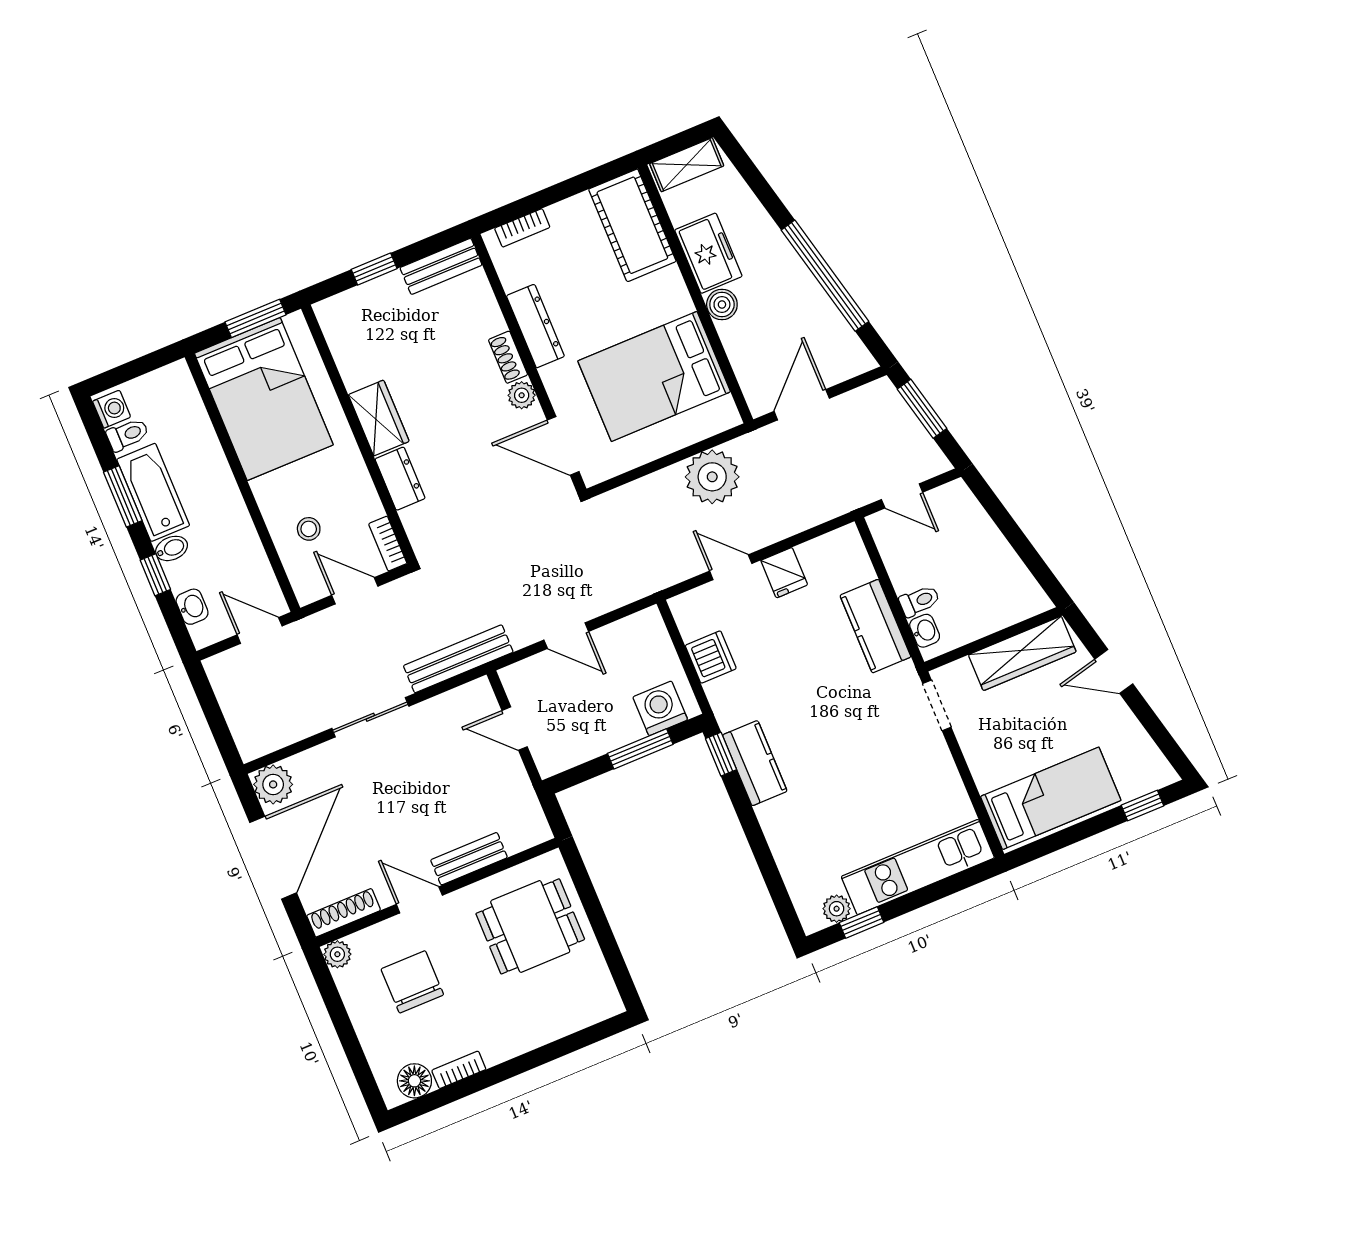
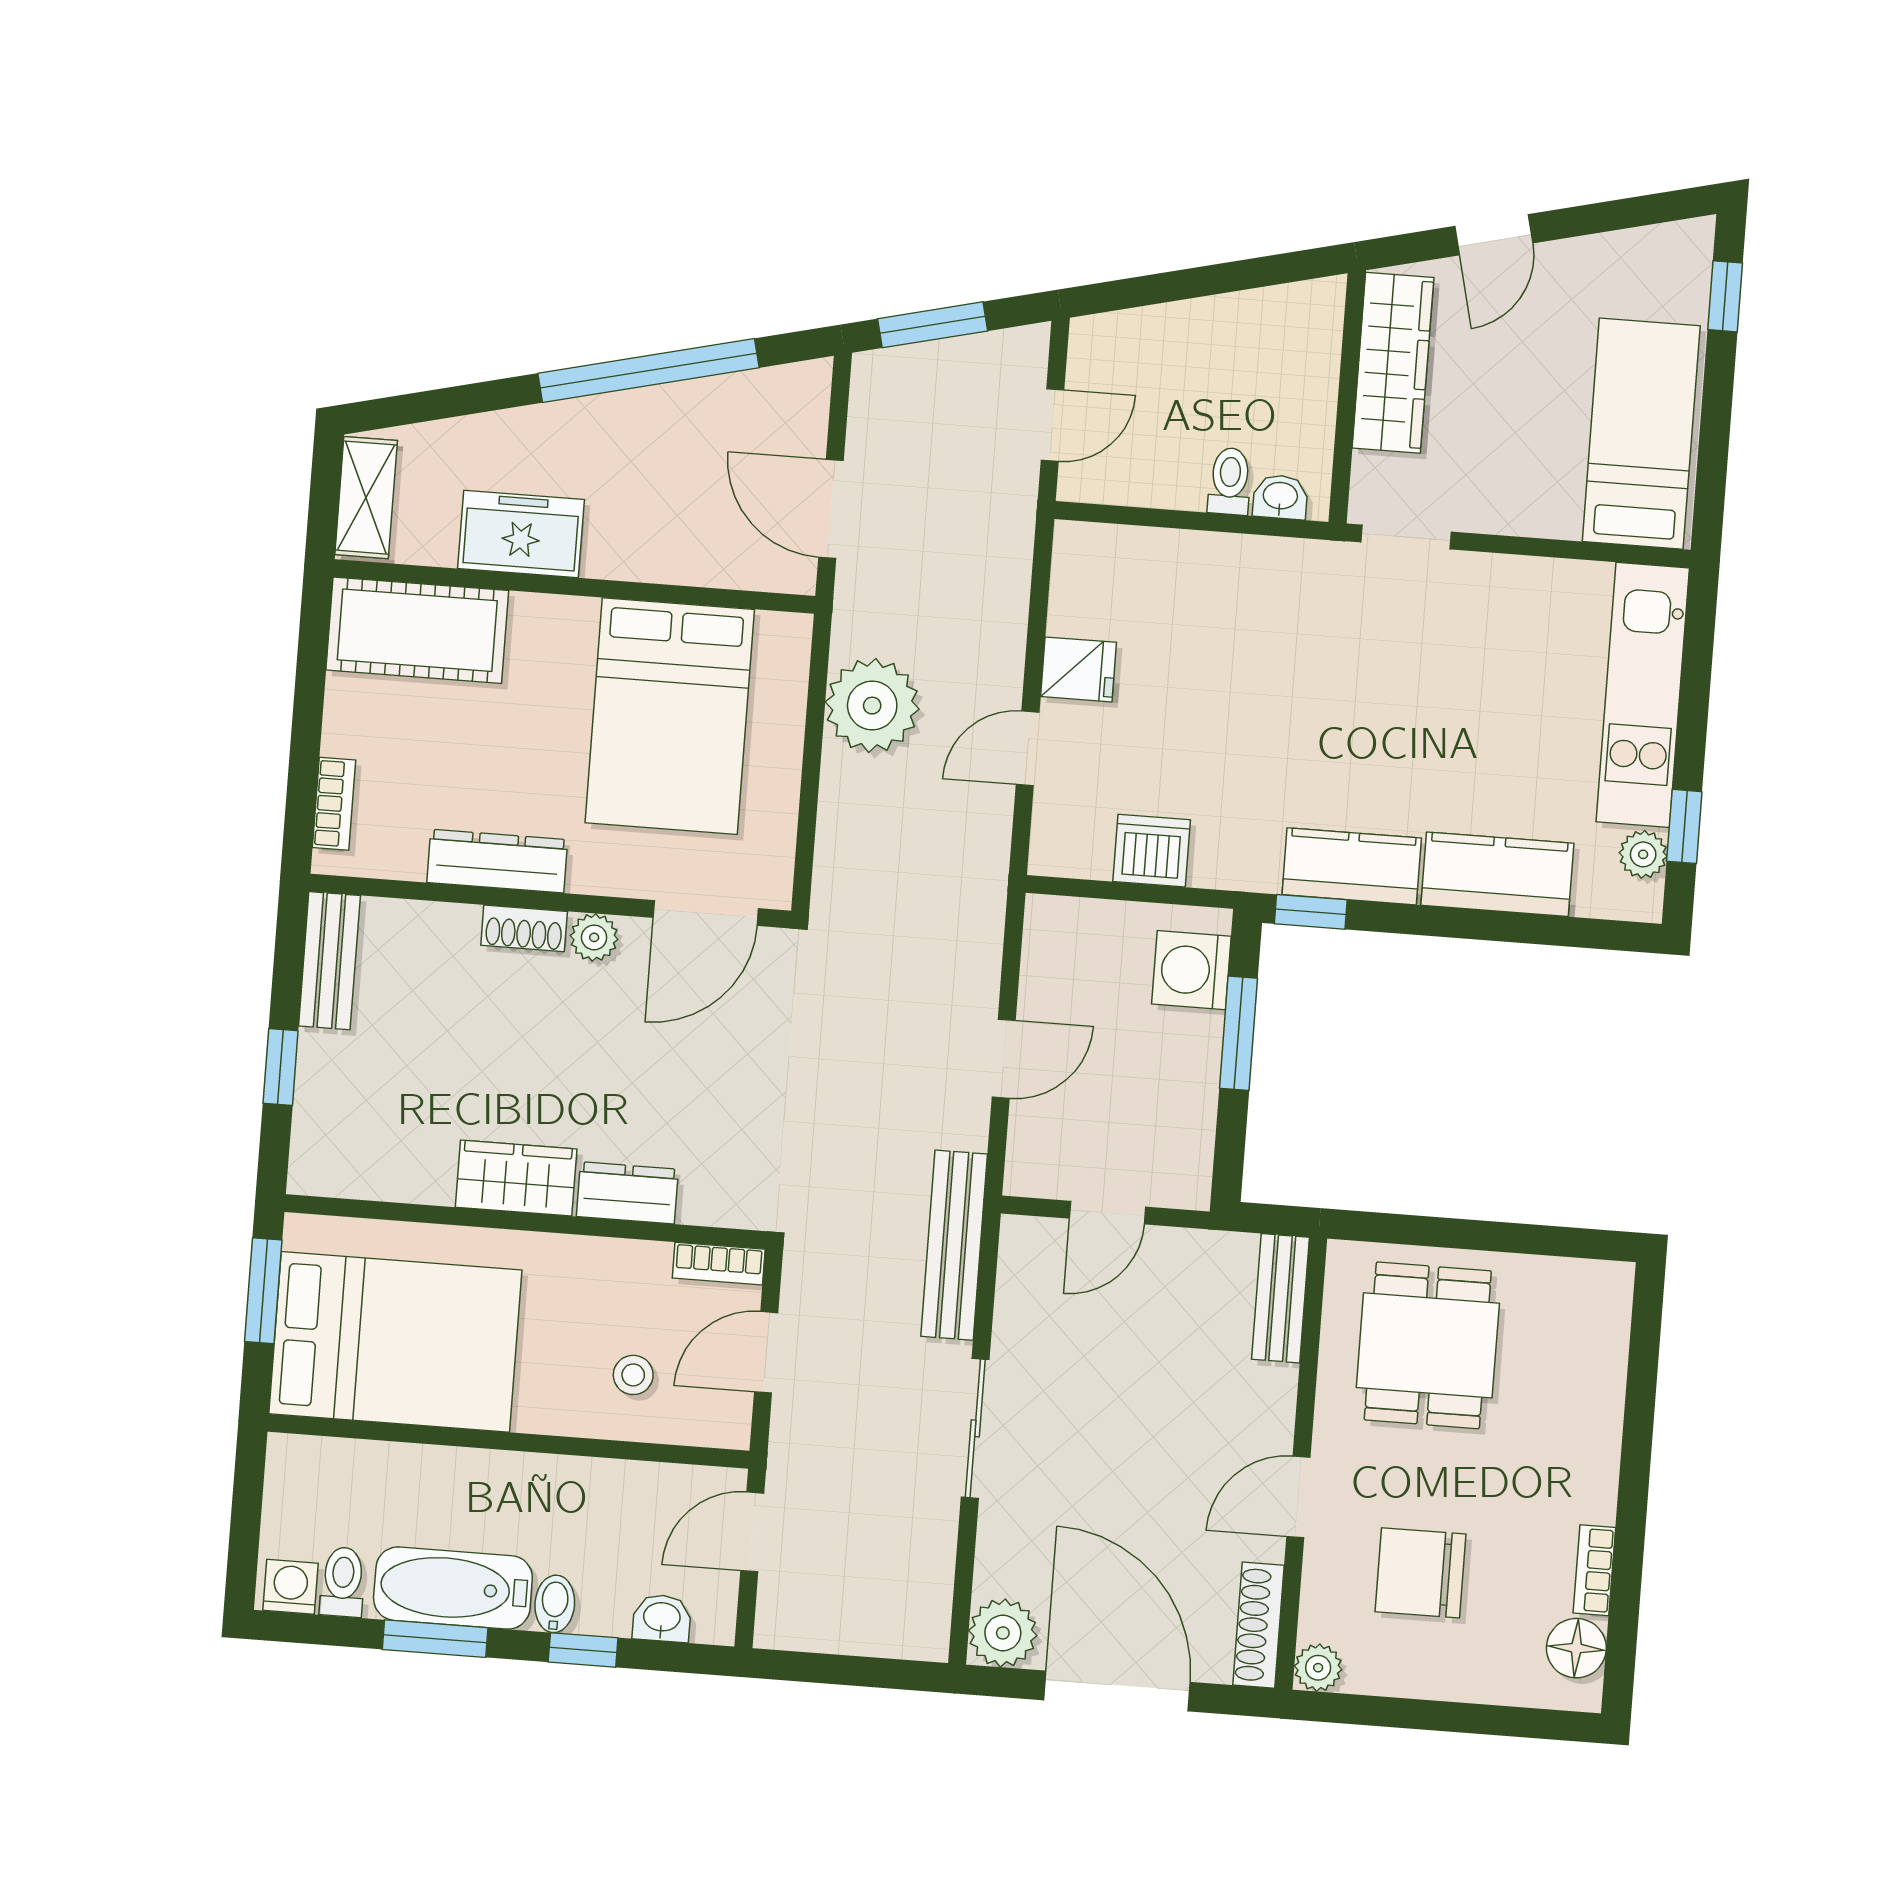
boiler: (722, 304) -> (612, 554), removed
kitchen counter: (875, 626) -> (1497, 874), moved, turned 180
bench: (469, 859) -> (1281, 1298), moved

